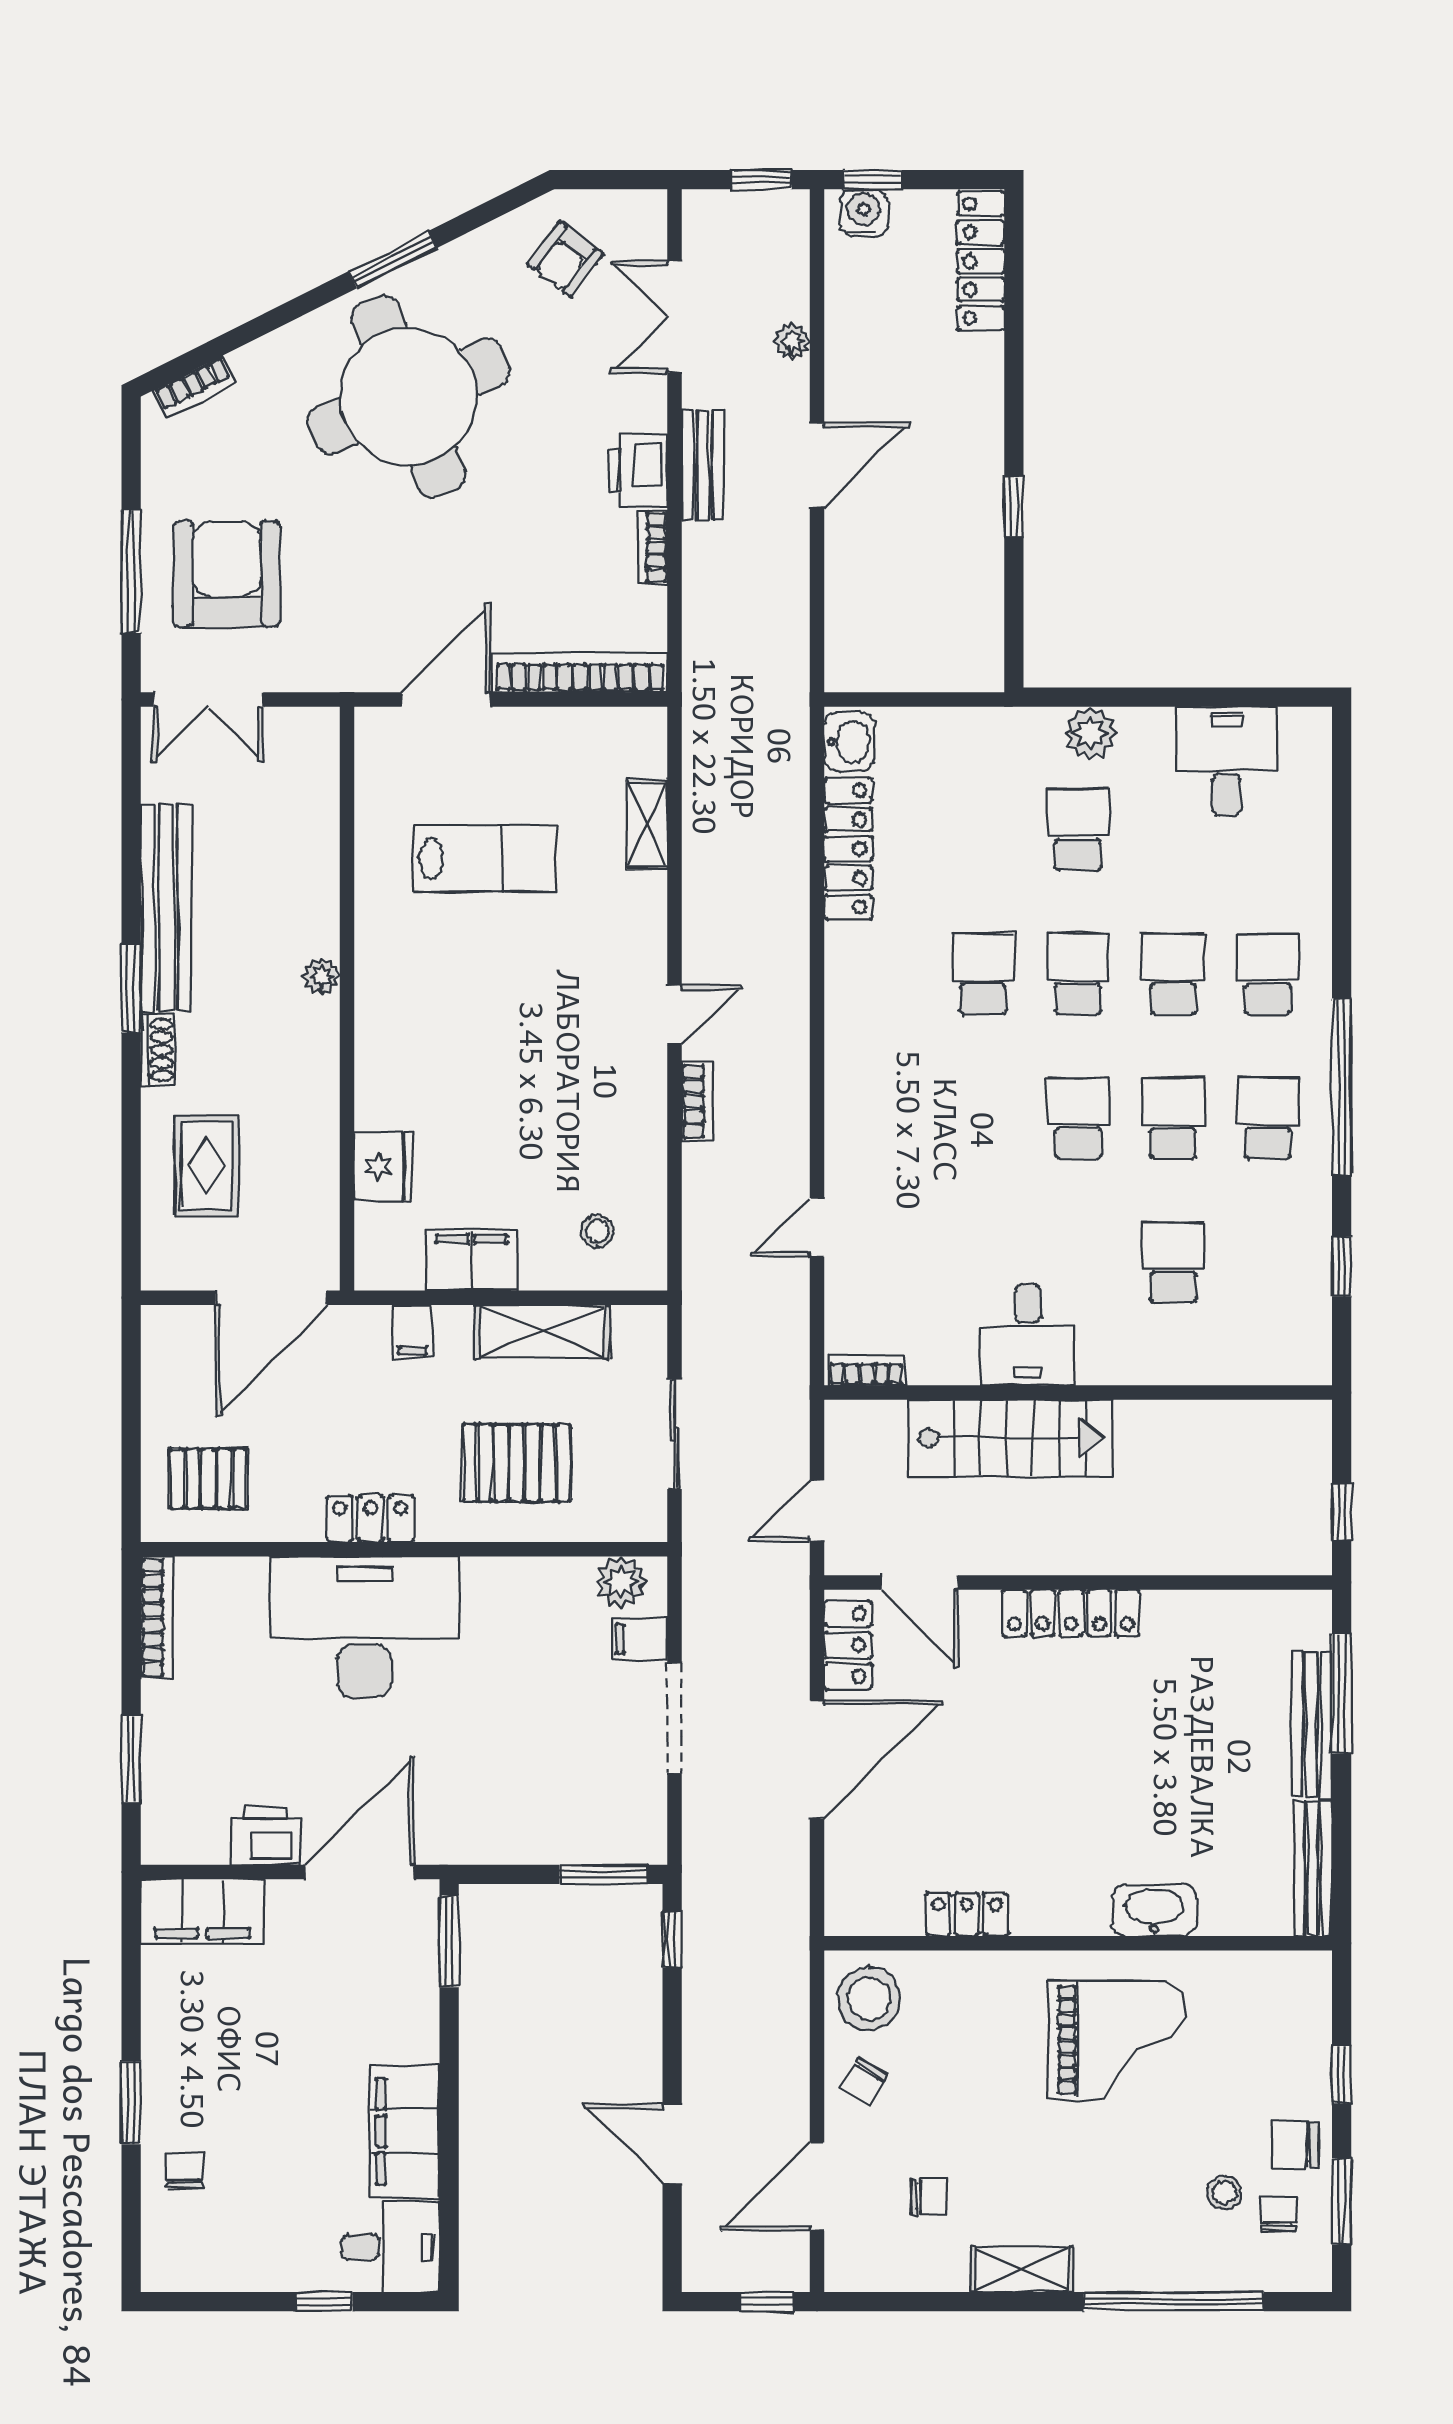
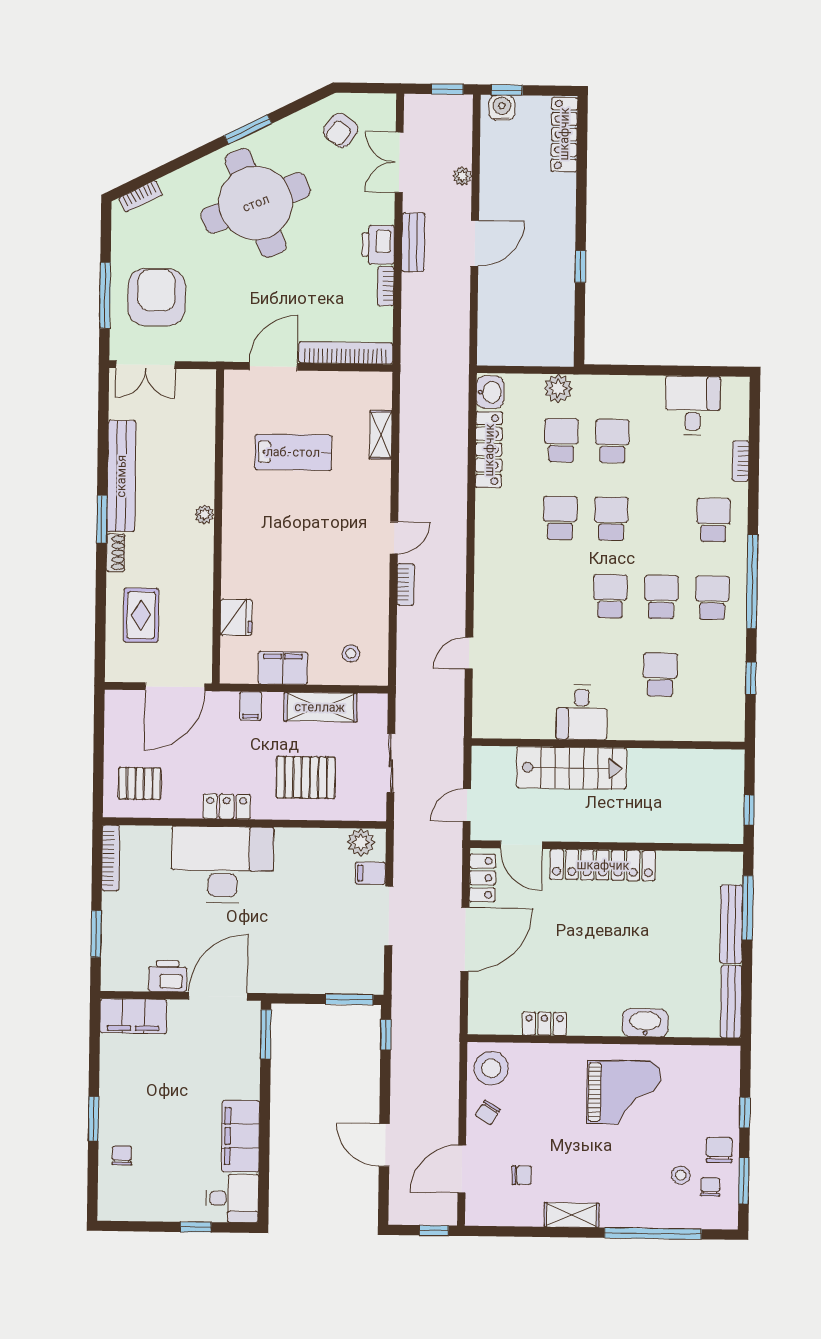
plant: (1090, 733) -> (558, 388), moved
school desk: (1173, 974) -> (561, 440), moved
bookcase: (866, 1370) -> (741, 461), moved, turned -90
locker: (1071, 1613) -> (603, 865), width x1.41, depth x1.21
chair: (1295, 2145) -> (719, 1150), turned 90

